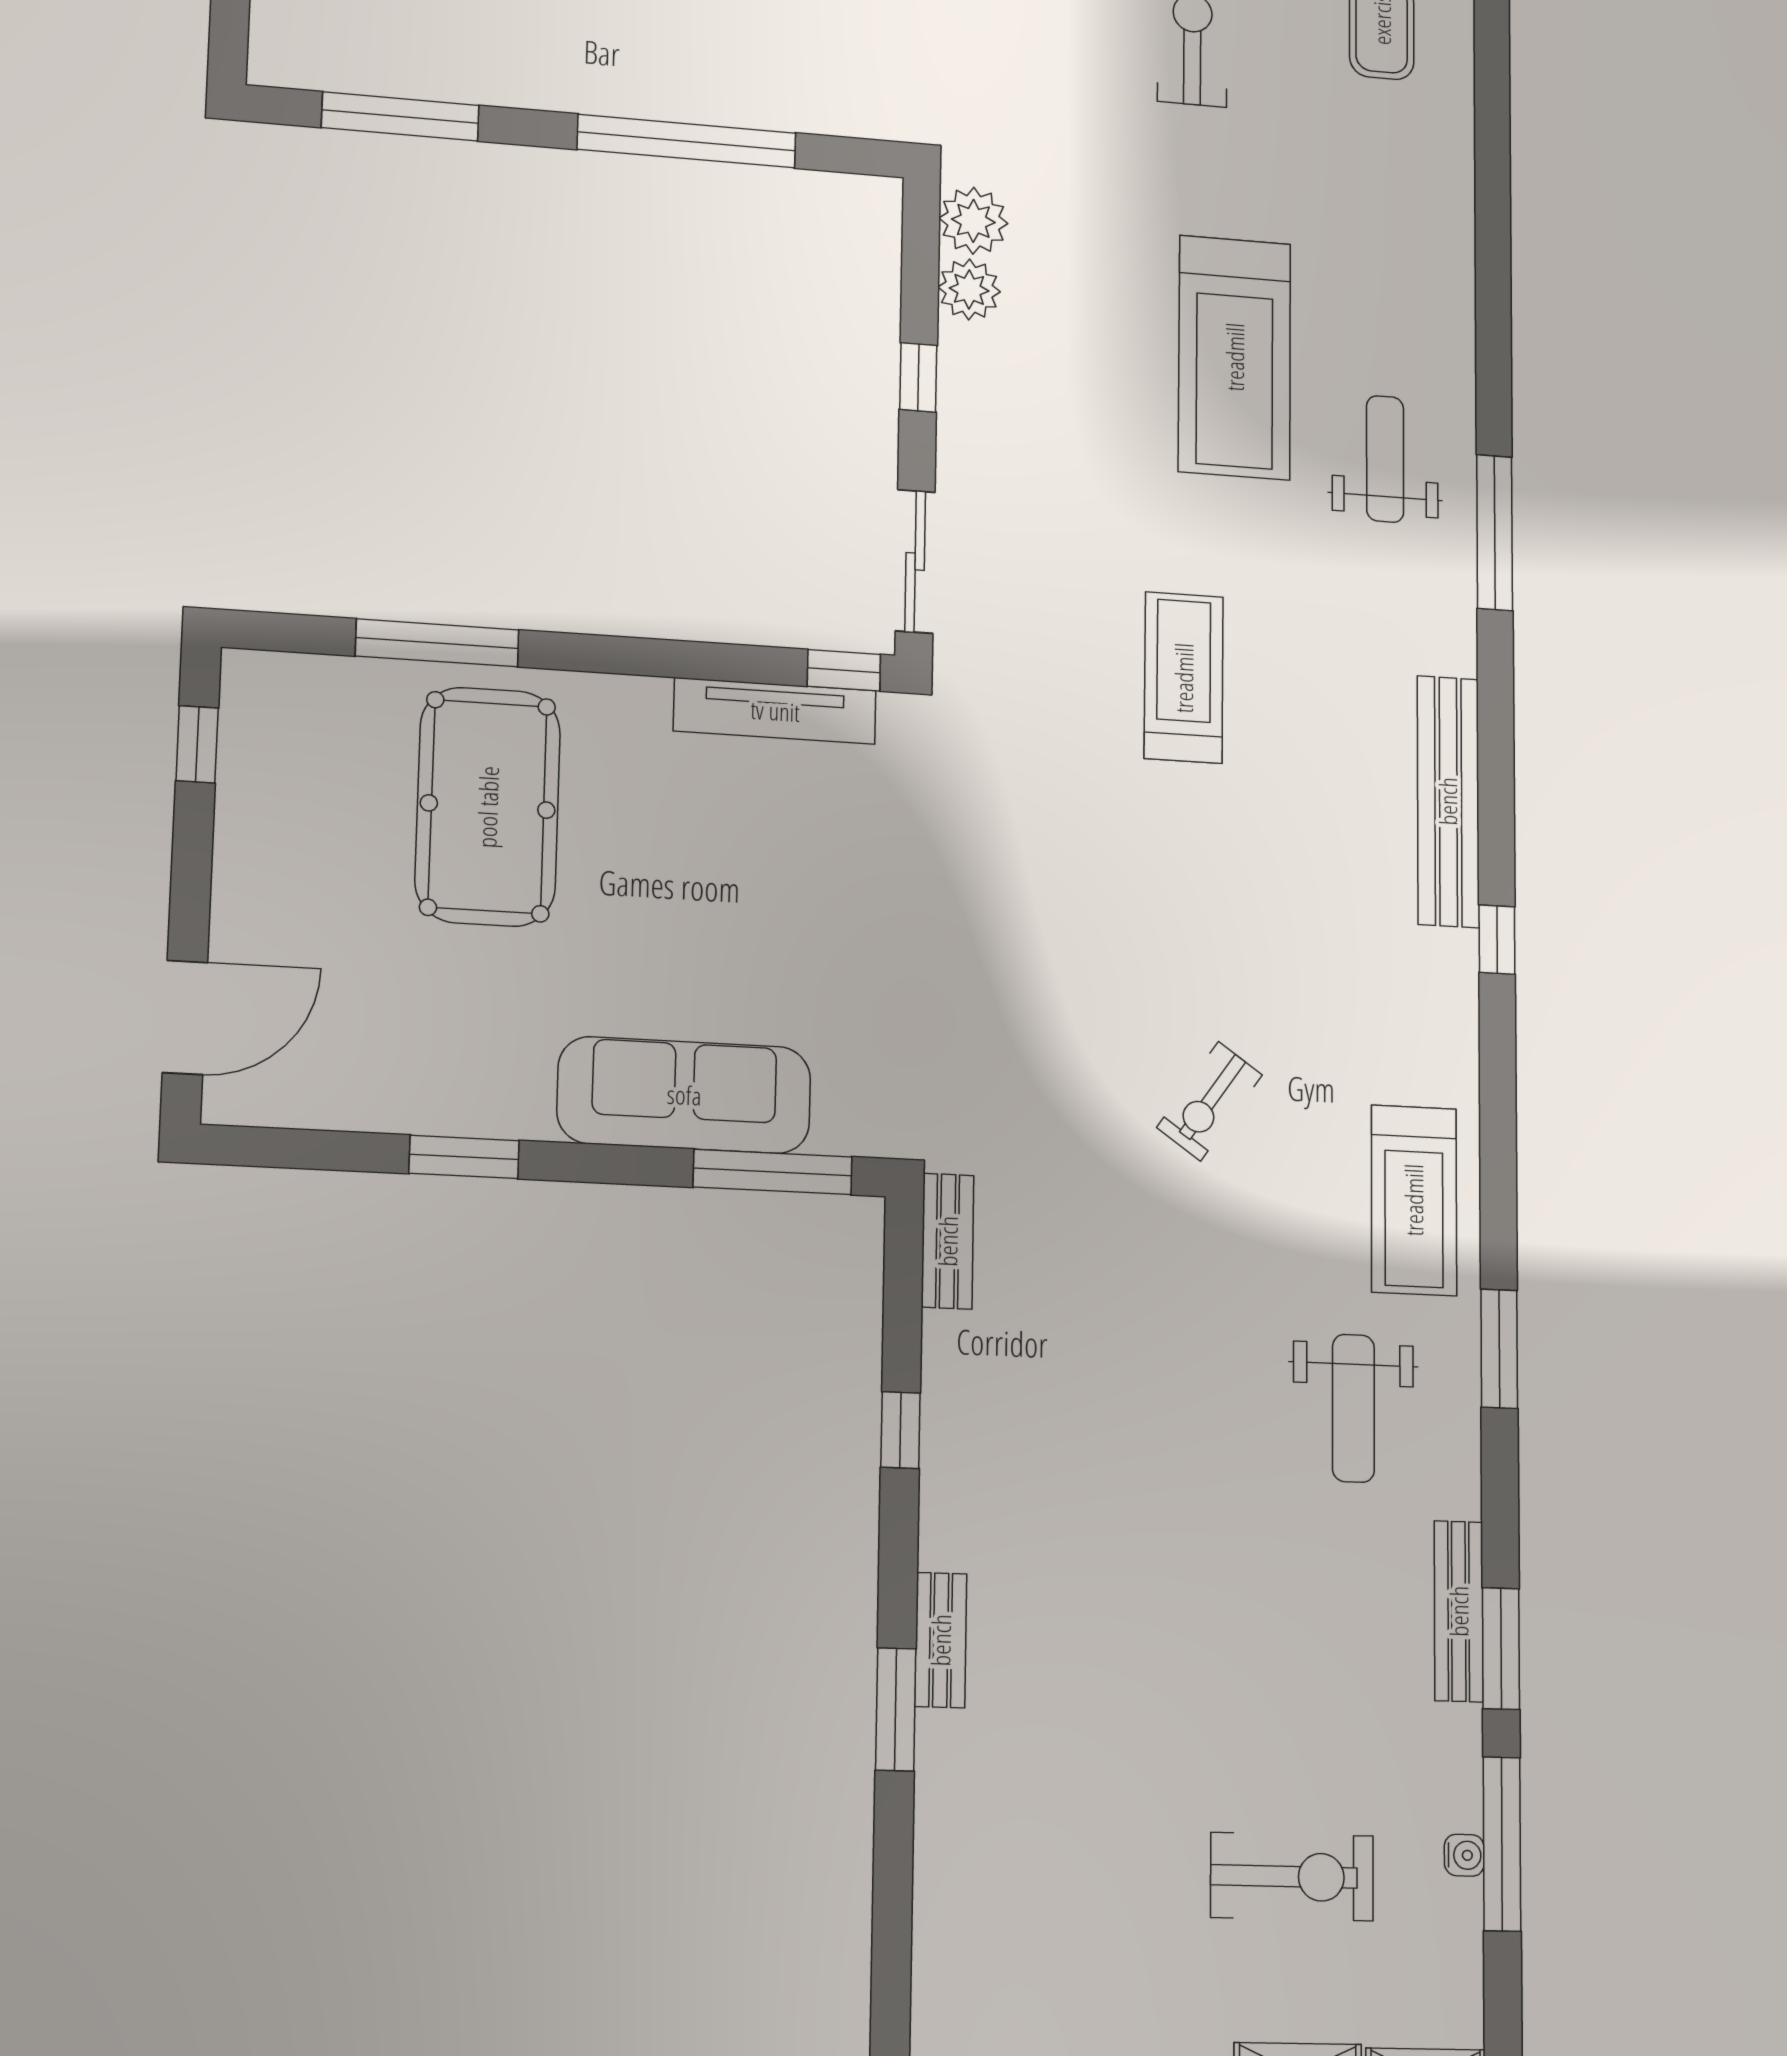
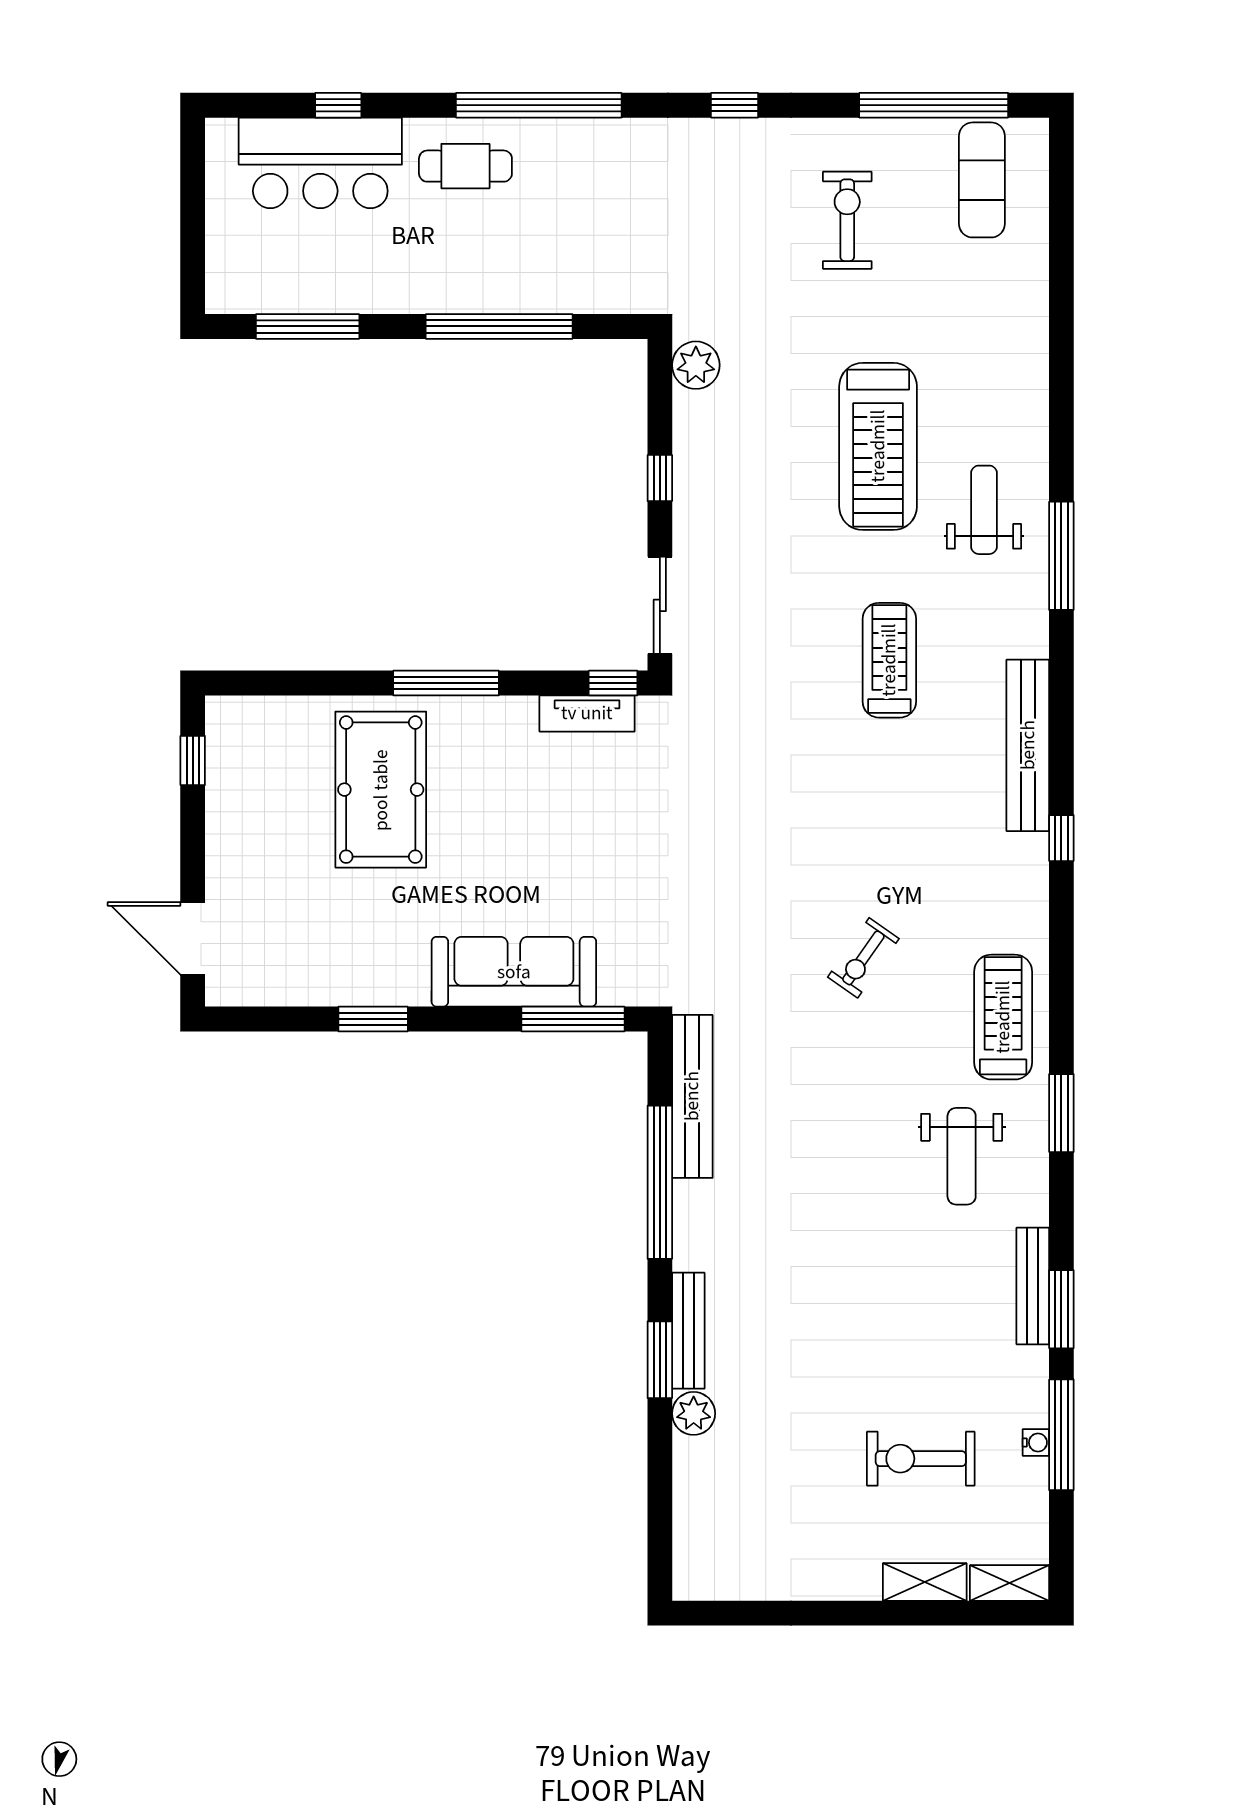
plant: (969, 289) -> (694, 1413), moved
window: (437, 643) -> (446, 683), moved
treadmill: (1184, 678) -> (889, 660), moved
tv unit: (775, 711) -> (587, 713), width x0.71
door: (185, 1017) -> (193, 938), swing flipped
treadmill: (1414, 1200) -> (1003, 1017), turned 180
bench: (948, 1241) -> (692, 1096), width x1.86, depth x1.21
window: (900, 1430) -> (660, 1182), width x3.17
bench: (941, 1640) -> (688, 1331), width x1.36
exercise bike: (1292, 1877) -> (921, 1459), turned 180

